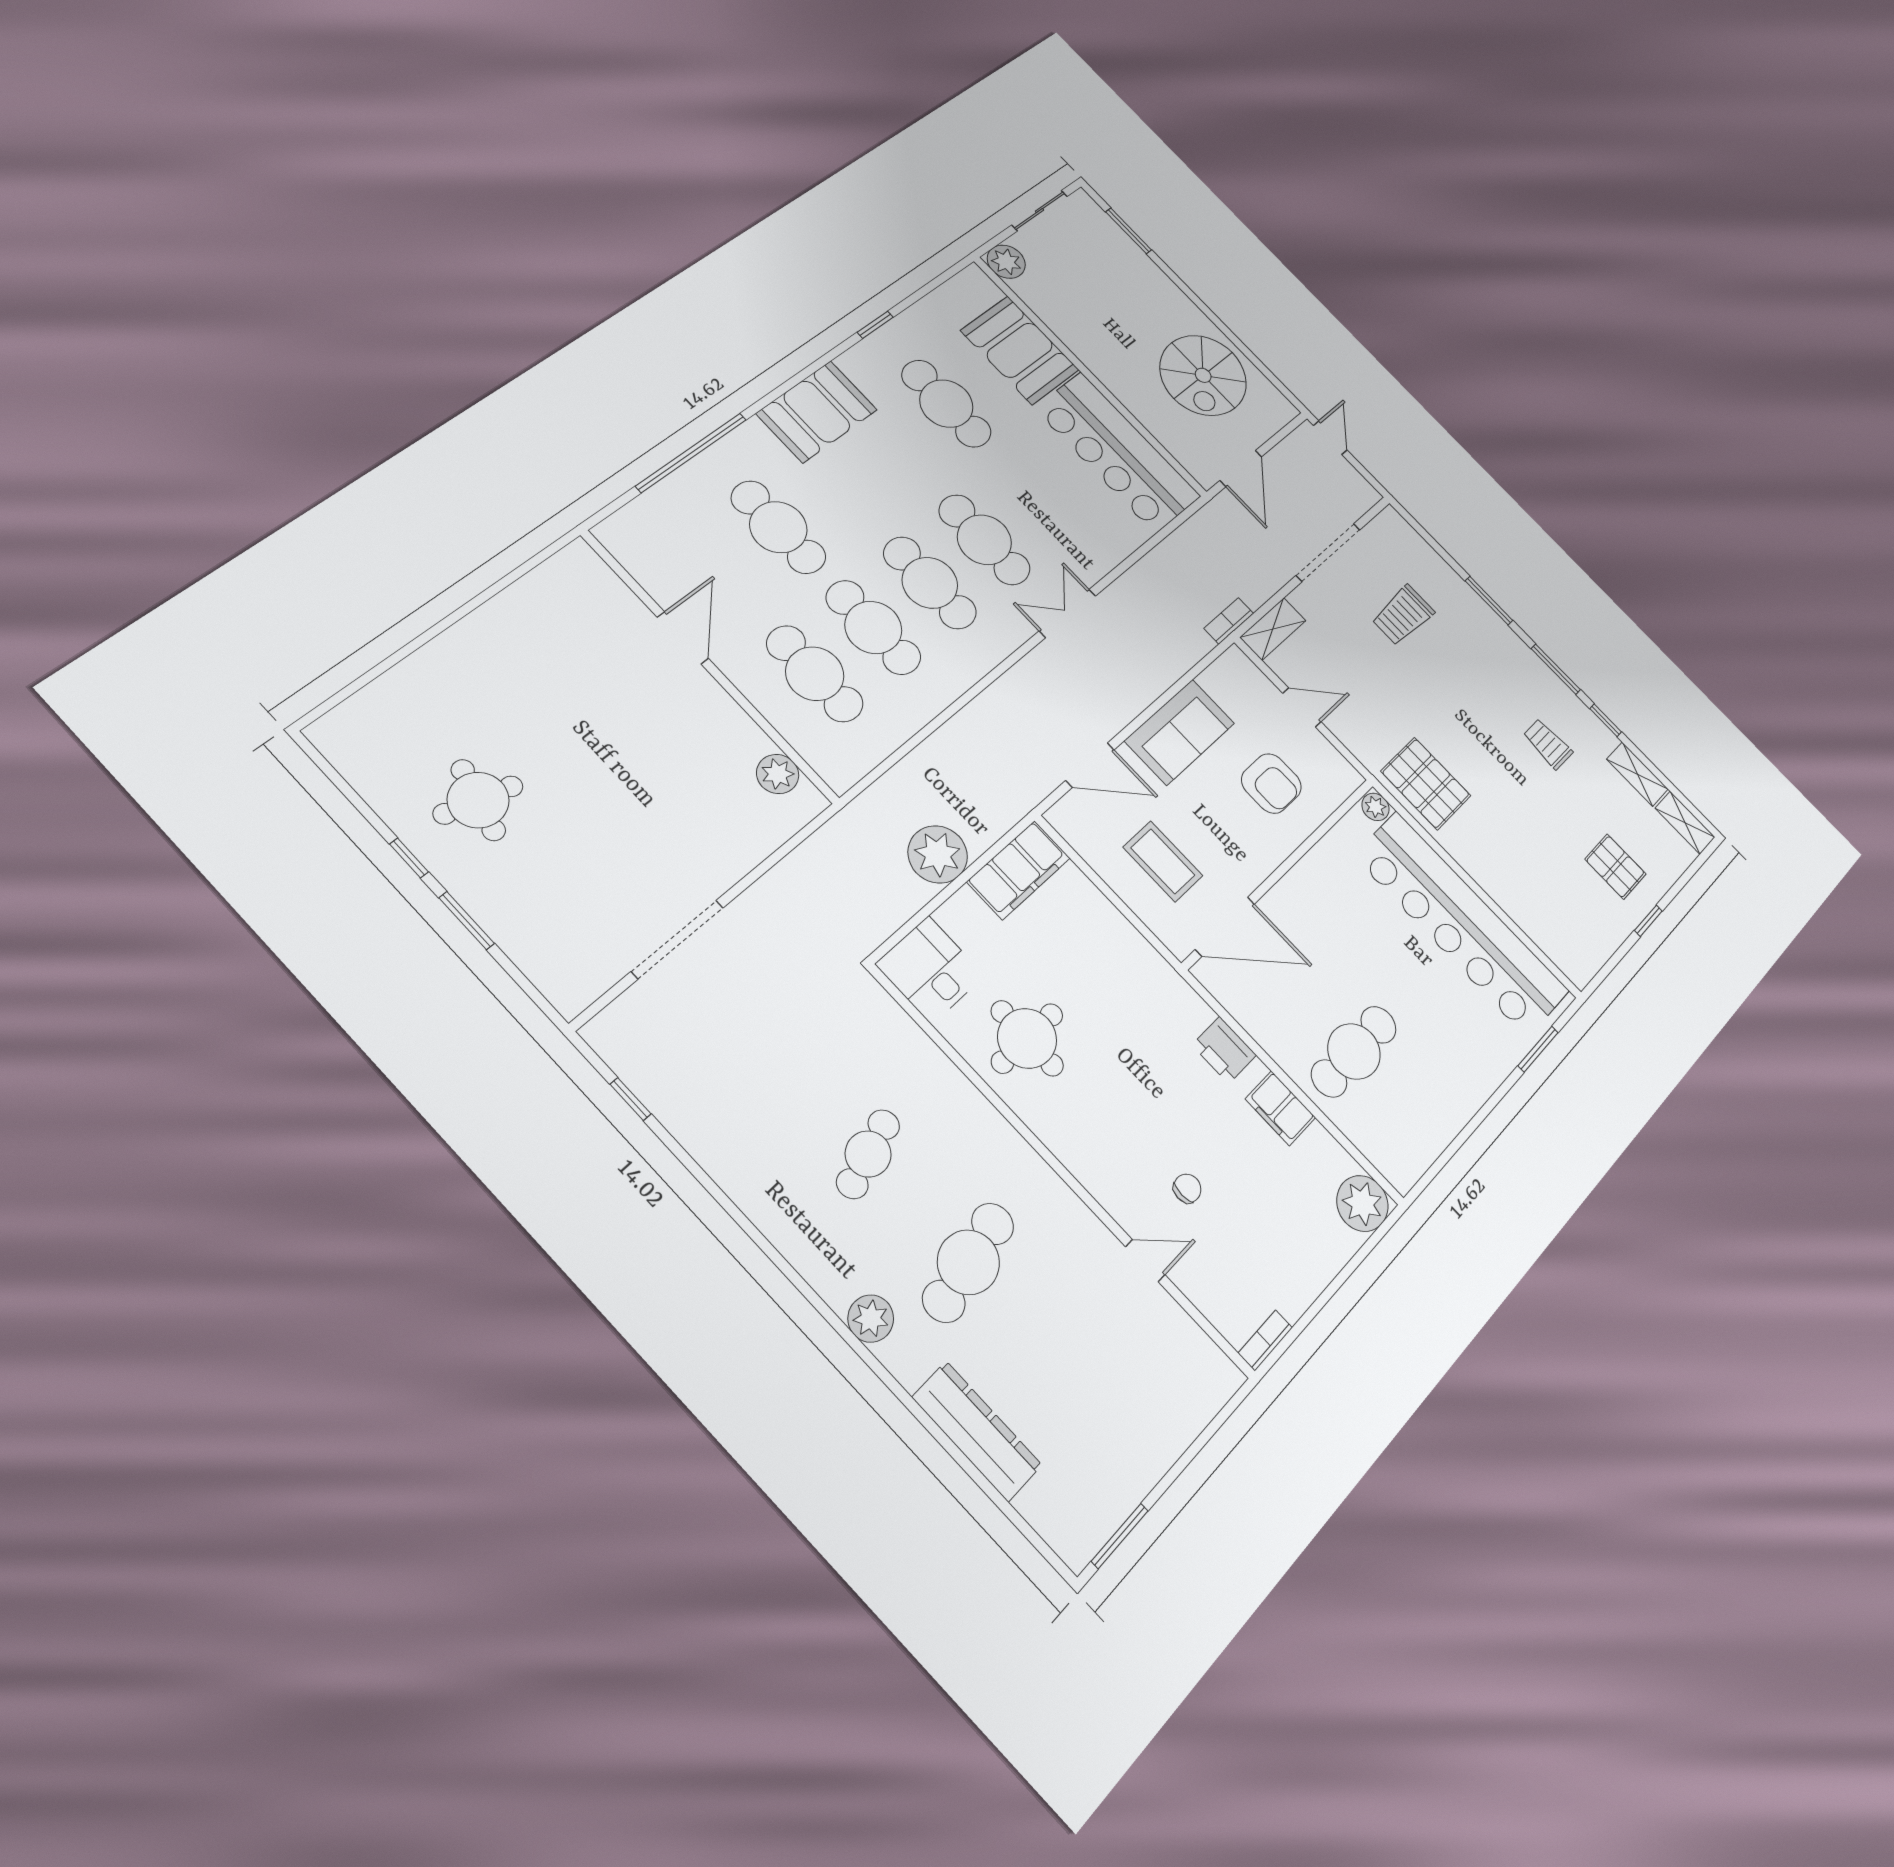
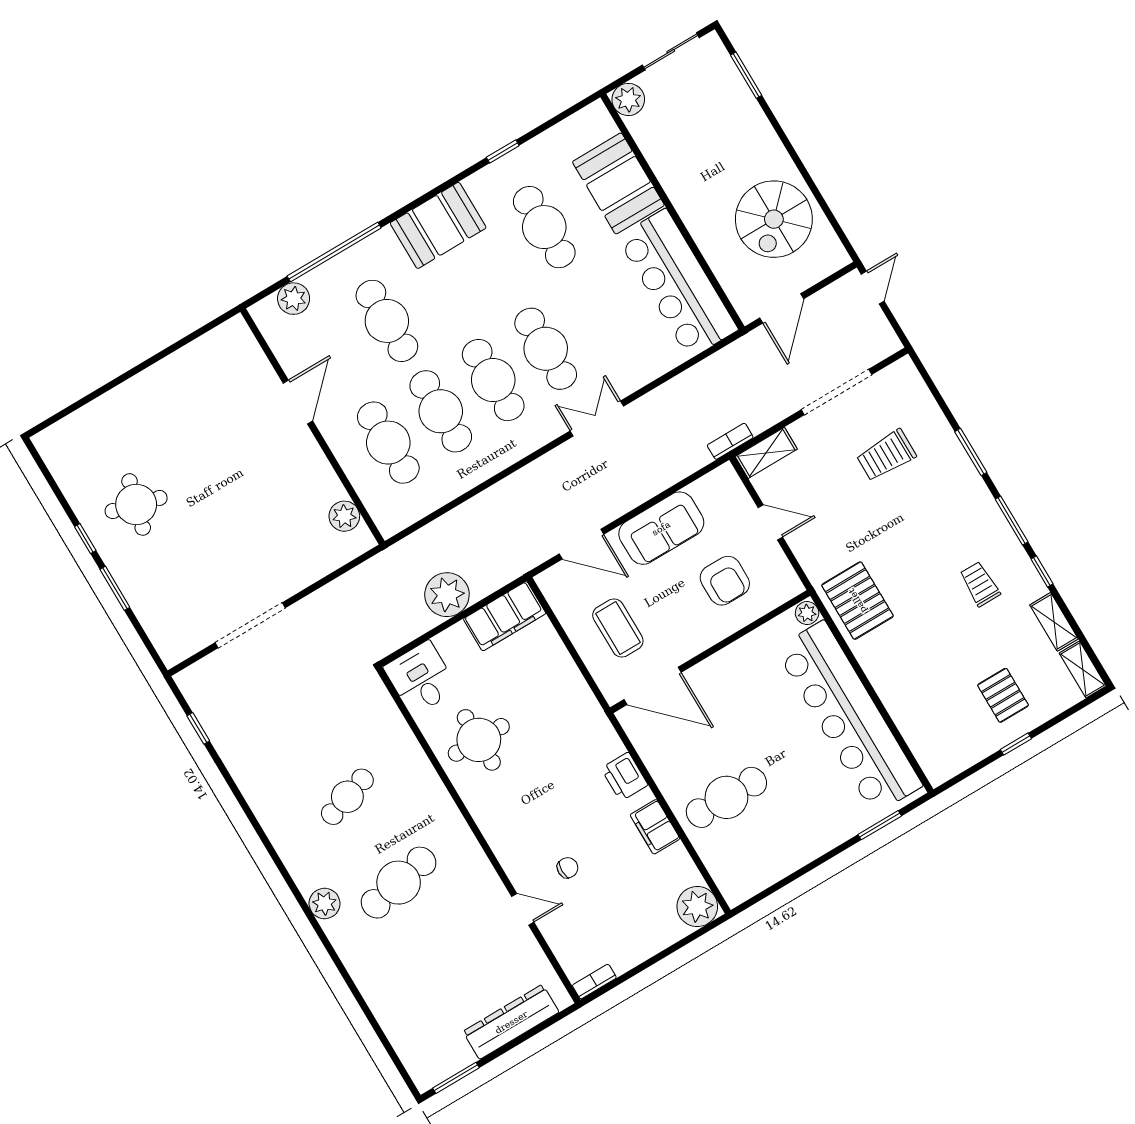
plant: (650, 512) -> (294, 299), added
dresser: (977, 1431) -> (511, 1022), moved, turned -90

